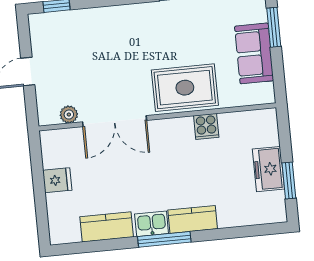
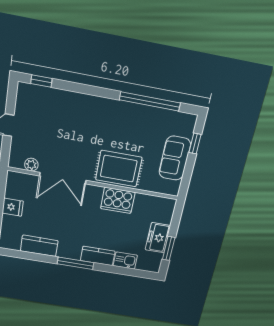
window: (274, 27) -> (195, 144), width x0.67
cooker: (206, 126) -> (118, 200), width x1.87, depth x1.31
kitchen sink: (152, 224) -> (125, 261), moved

